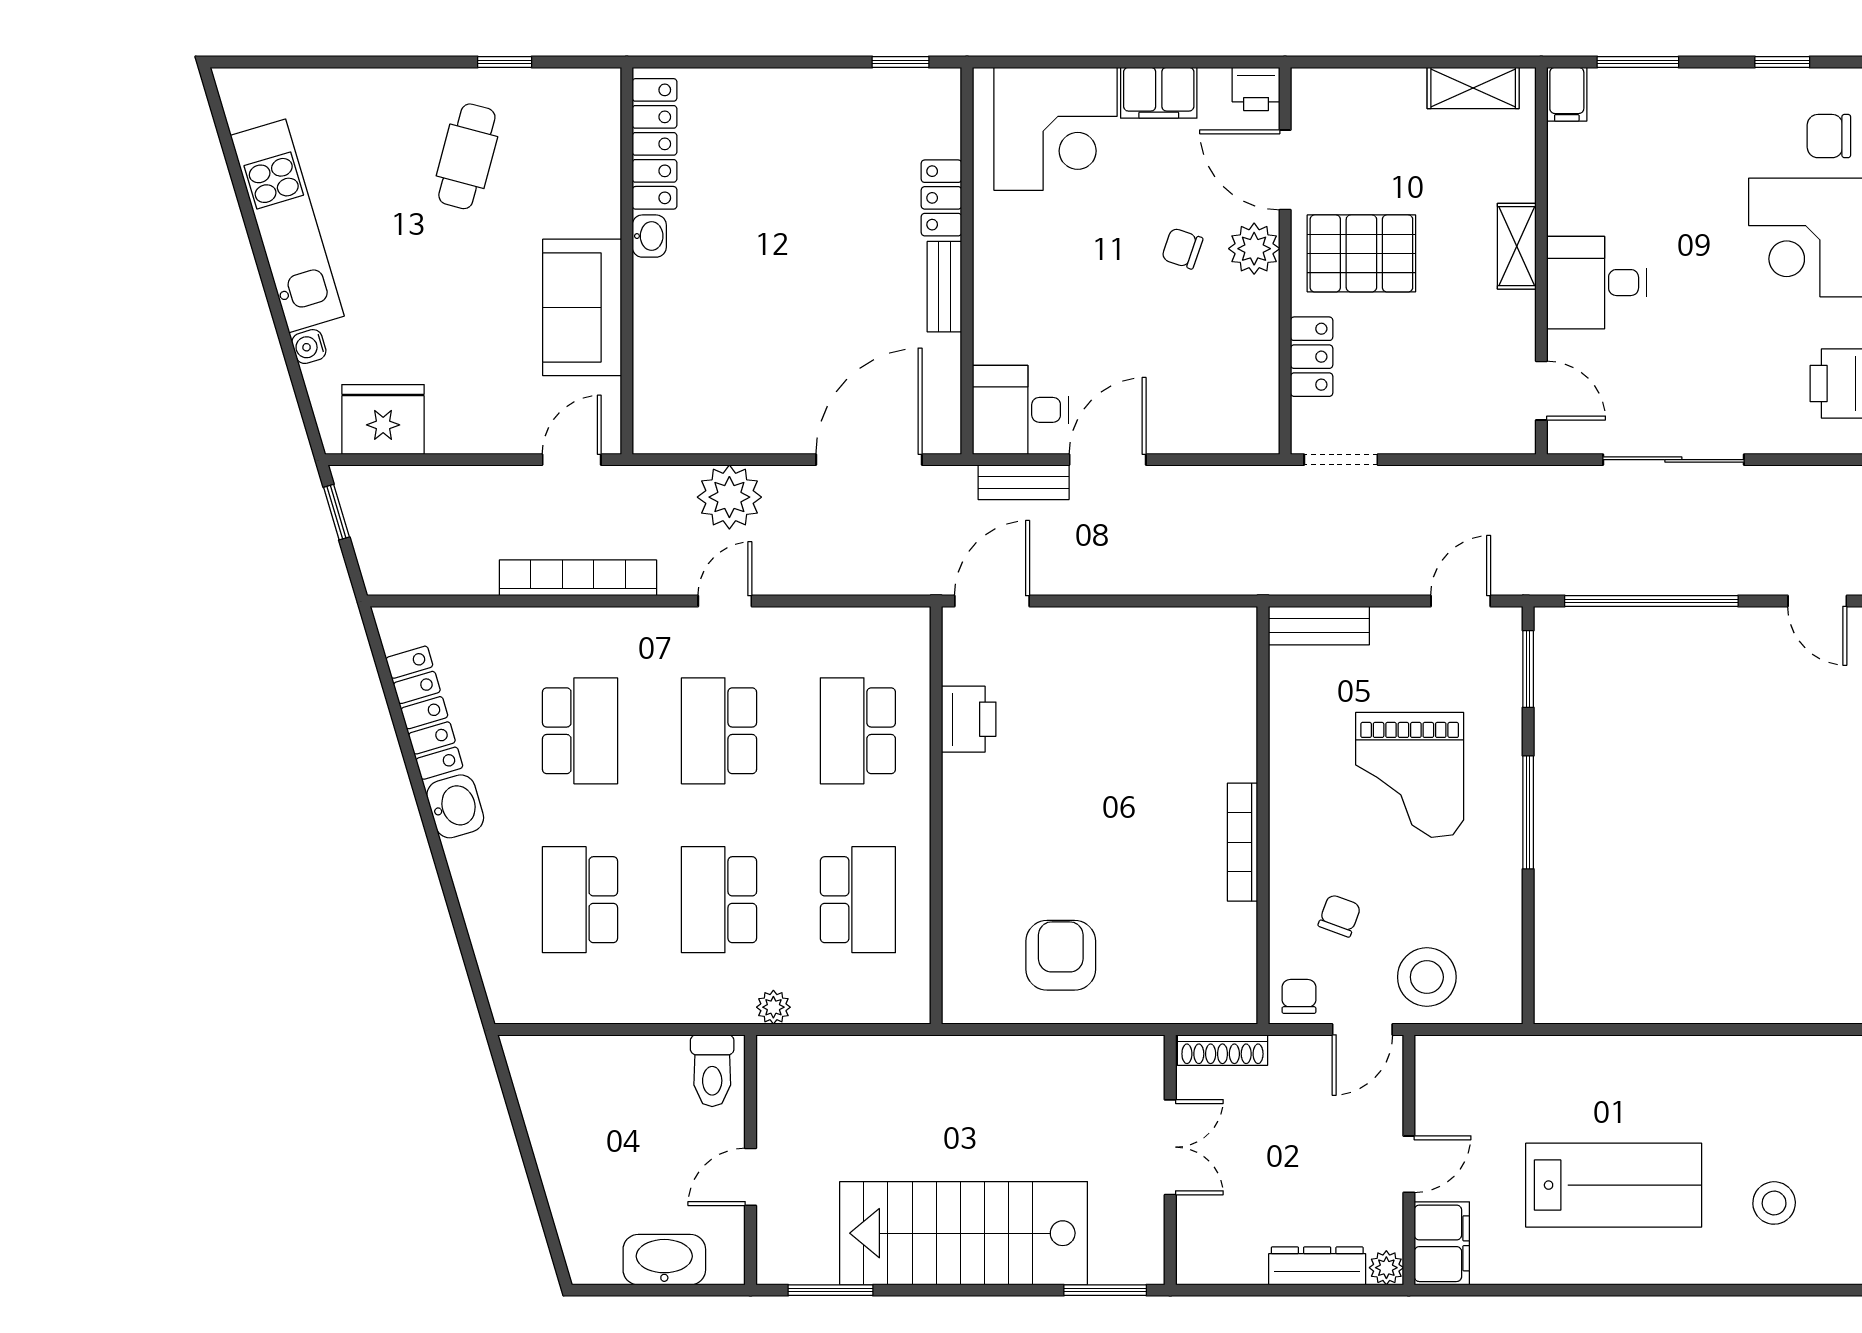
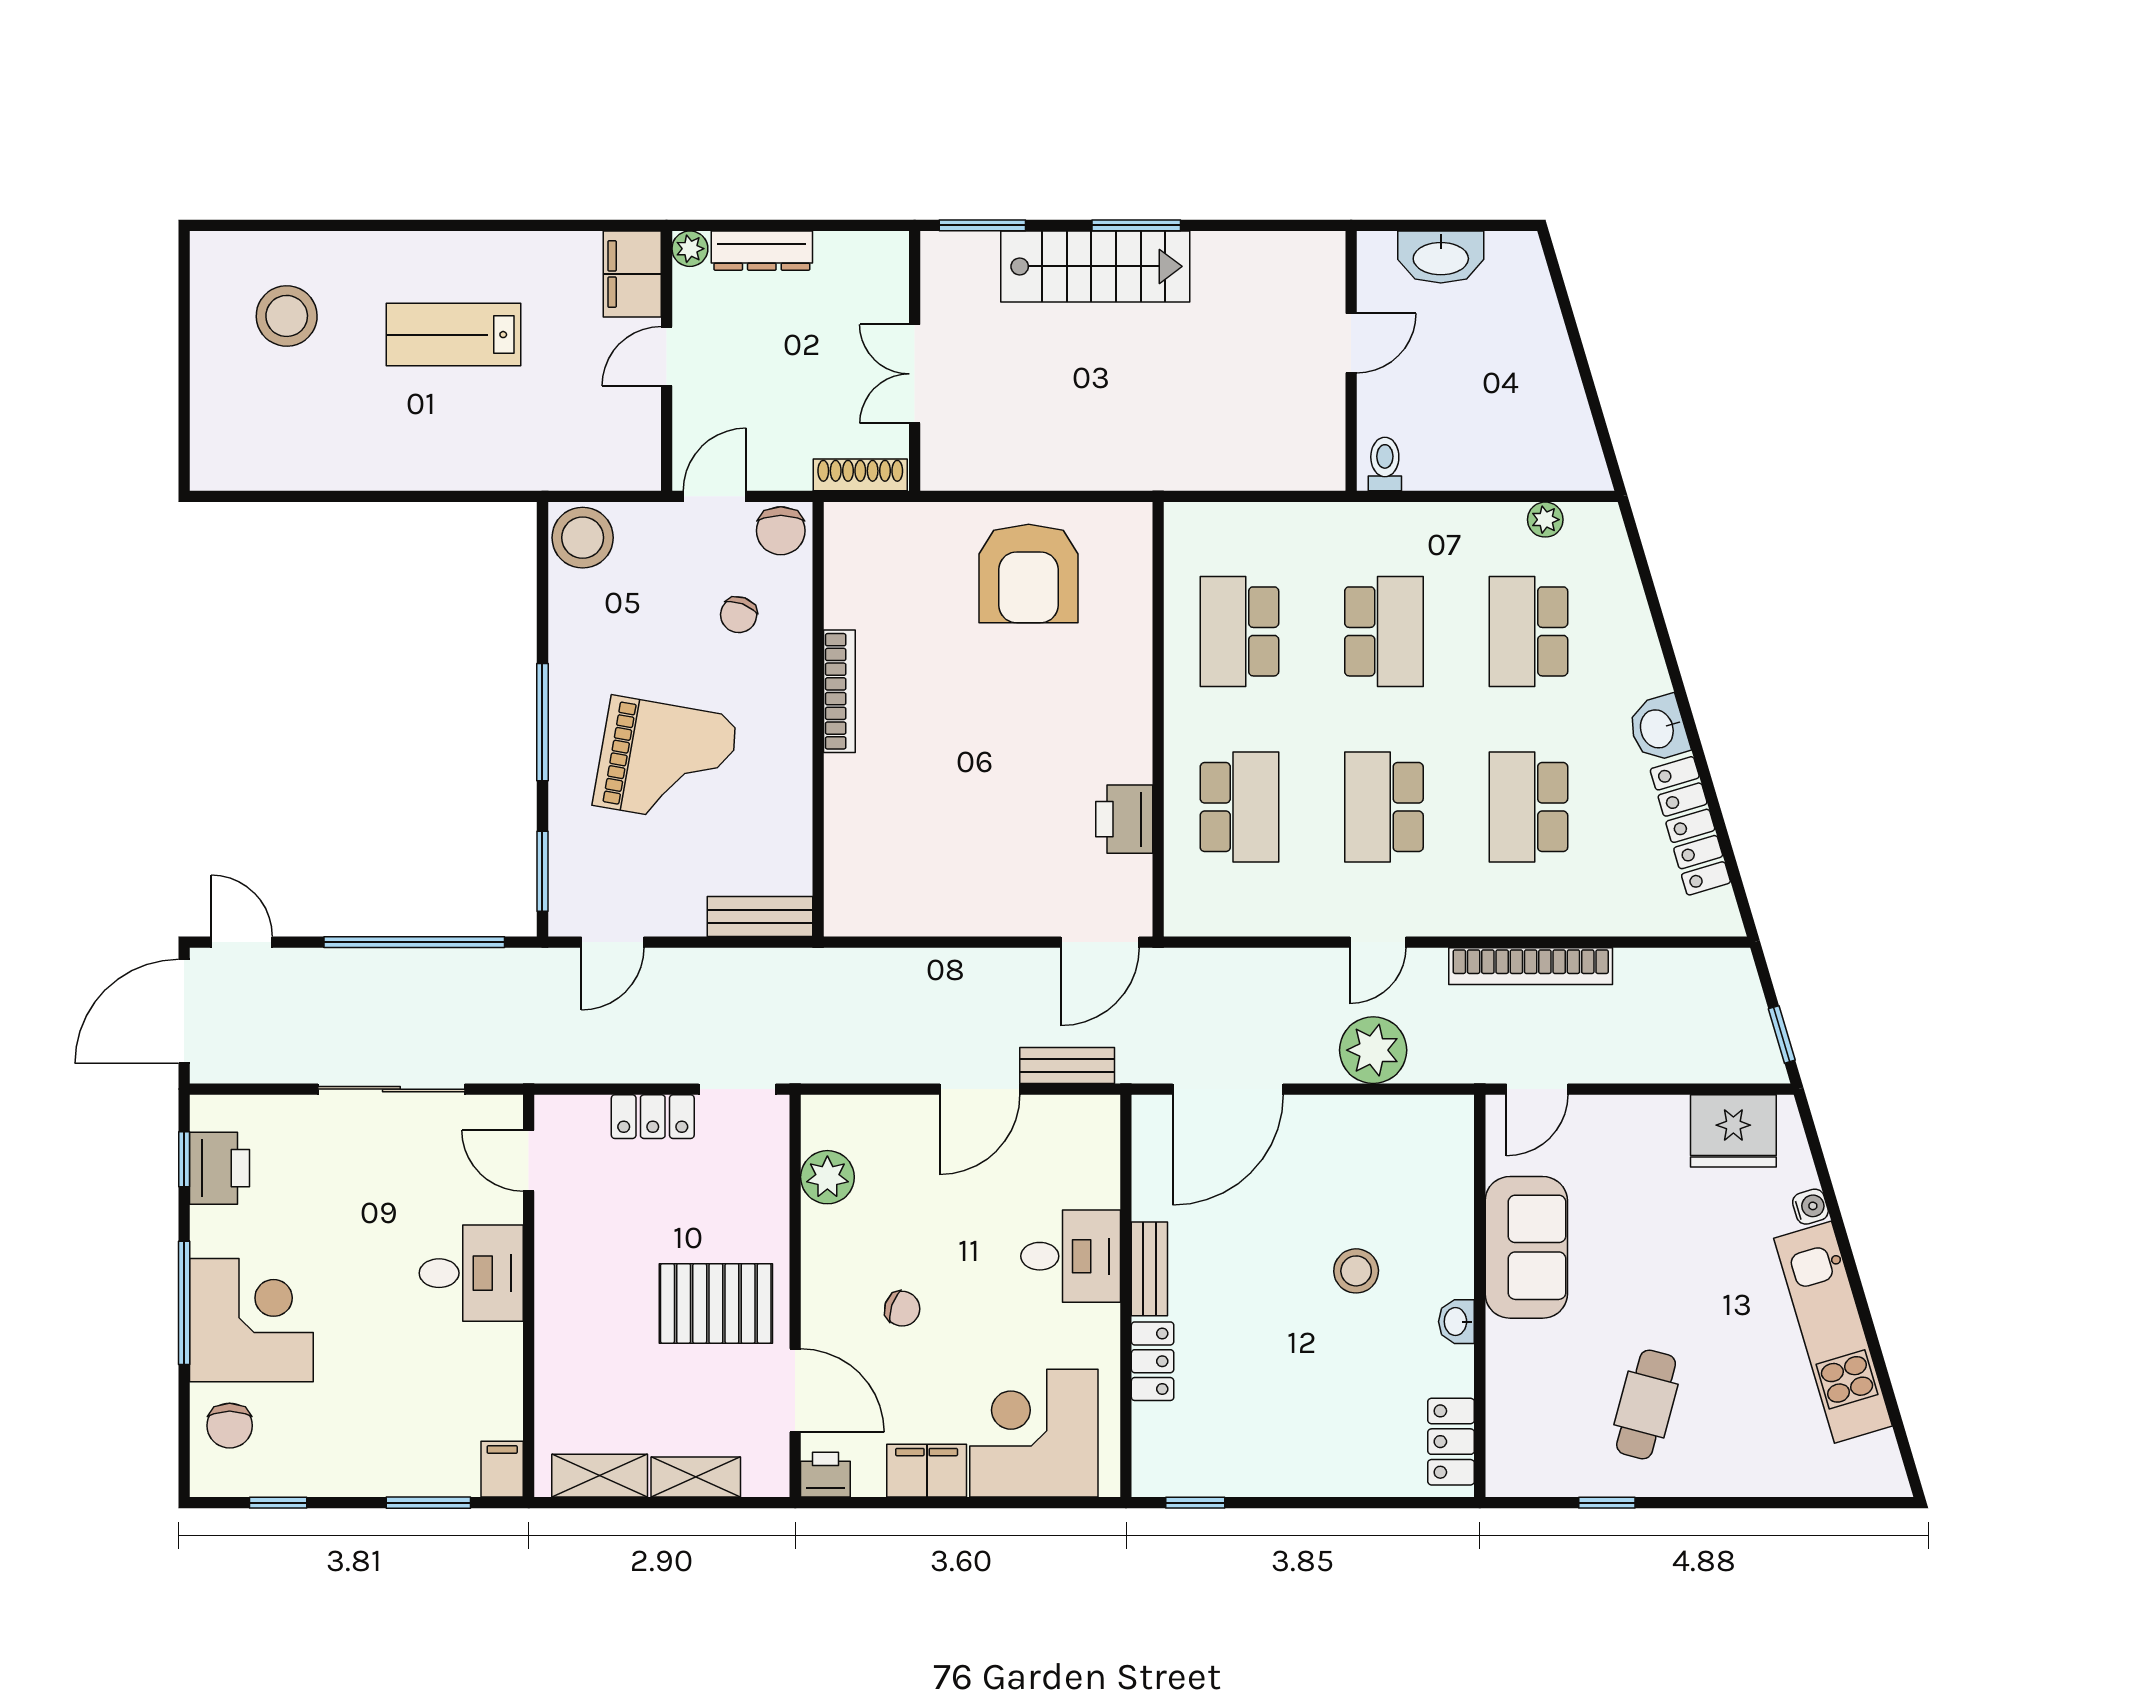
chair: (1829, 136) -> (230, 1426), turned 90
locker: (654, 144) -> (1451, 1442), width x0.66
shelving: (1517, 246) -> (696, 1477), moved, turned 90
plant: (1254, 249) -> (827, 1177), moved
stool: (746, 285) -> (1356, 1271), added
locker: (1312, 357) -> (653, 1117), moved, turned -90
desk: (1020, 410) -> (1071, 1256), moved
school desk: (719, 731) -> (1384, 807), turned 180
grand piano: (1410, 775) -> (666, 761), turned 100
school desk: (580, 900) -> (1528, 631), turned 180
armchair: (1061, 955) -> (1029, 574), width x1.36, depth x1.36
stool: (1427, 977) -> (583, 538), moved
chair: (1299, 996) -> (781, 531), width x1.37, depth x1.37
plant: (773, 1007) -> (1545, 520), moved
toilet: (712, 1071) -> (1385, 464), width x0.73, depth x0.72
lab bench: (1614, 1185) -> (453, 335), width x0.73, depth x0.72
stool: (1774, 1203) -> (287, 316), width x1.38, depth x1.38
stairs: (964, 1233) -> (1095, 266), width x0.73, depth x0.66
window: (830, 1290) -> (1136, 225), moved

